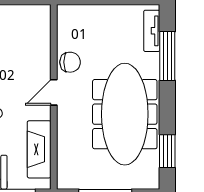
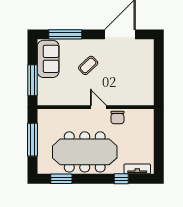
window: (167, 56) -> (121, 179), width x0.46
fireplace: (39, 149) -> (63, 98), removed

